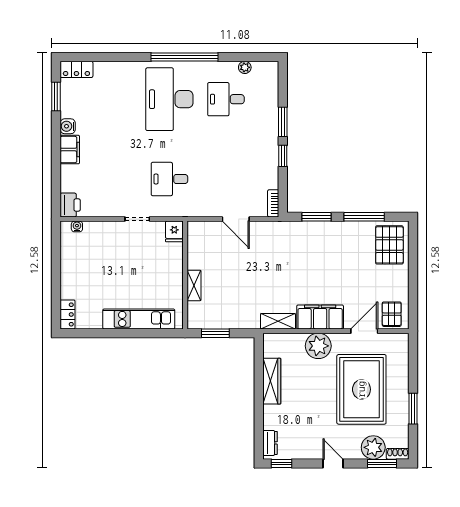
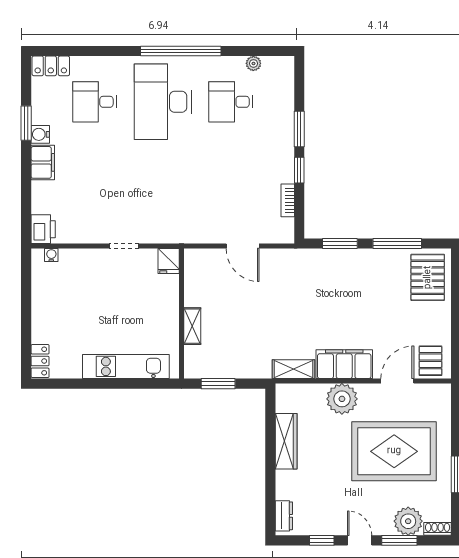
window: (56, 97) -> (26, 123), moved
desk: (169, 179) -> (95, 102), moved
bookcase: (273, 203) -> (288, 200), moved
rug: (361, 389) -> (394, 451), turned 90
window: (282, 463) -> (322, 540), moved
window: (382, 463) -> (399, 540), moved

